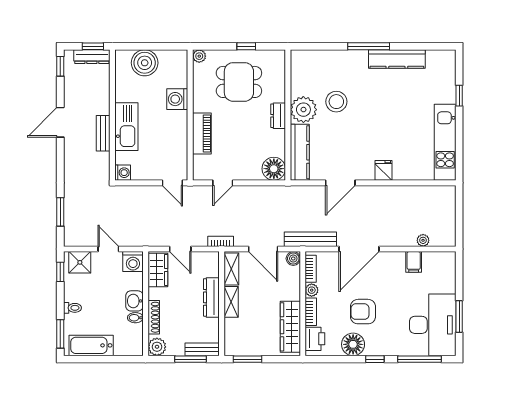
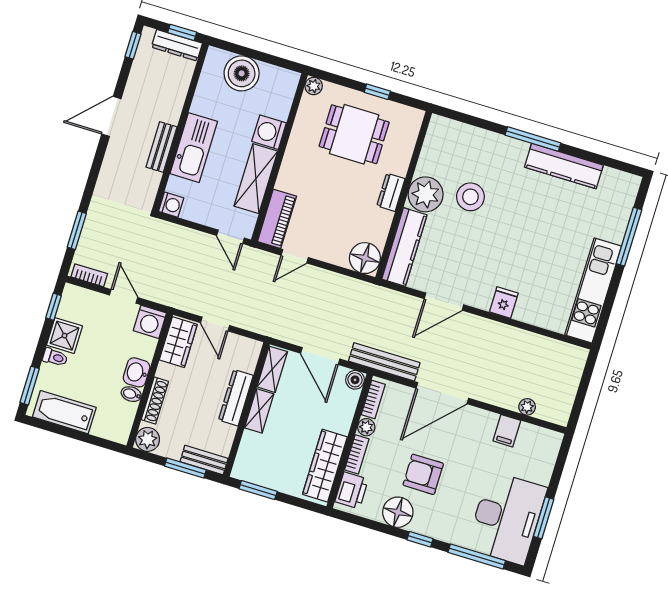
window: (459, 96) -> (629, 237), width x2.17
piano: (202, 133) -> (277, 219), moved
shelving: (178, 135) -> (256, 179), added
bookcase: (221, 241) -> (89, 275), moved
shower: (80, 262) -> (64, 336), moved

